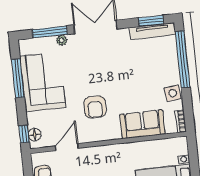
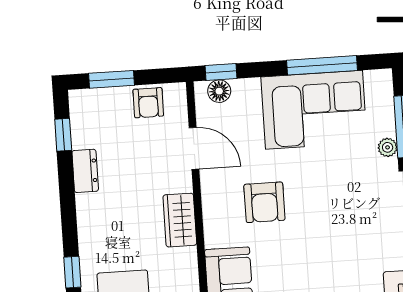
armchair: (95, 107) -> (264, 202), turned -90
wardrobe: (107, 153) -> (180, 220), added

